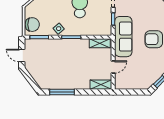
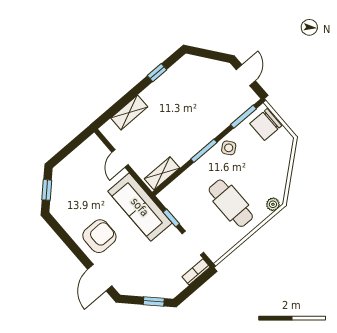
door: (22, 55) -> (246, 75), hinge flipped
shelving: (101, 85) -> (129, 112), moved
window: (62, 92) -> (157, 73), width x0.46

